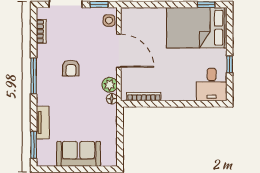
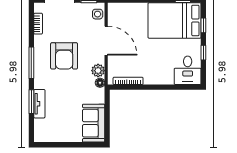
window: (230, 33) -> (203, 25), added
armchair: (71, 68) -> (64, 56), width x1.88, depth x1.88
window: (34, 145) -> (31, 102), moved
sofa: (79, 154) -> (94, 123), moved, turned -90

